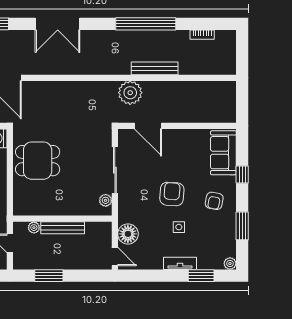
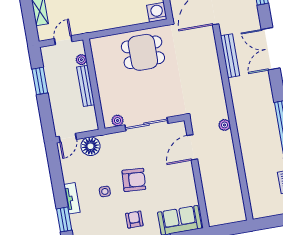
bench: (155, 68) -> (230, 56), moved
plant: (130, 93) -> (225, 125), width x0.53, depth x0.53
dining table: (38, 161) -> (143, 52), turned 90
armchair: (214, 201) -> (134, 220), turned 79

